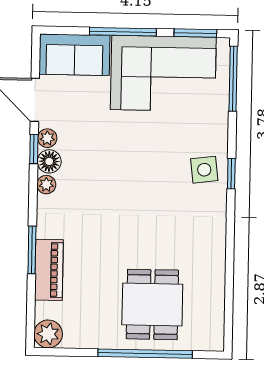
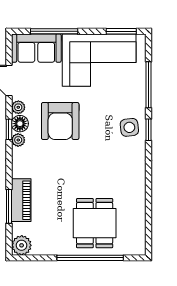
window: (123, 32) -> (54, 31), moved
window: (233, 79) -> (149, 85), moved
window: (34, 149) -> (9, 129), moved
armchair: (106, 159) -> (60, 121), added
window: (32, 250) -> (9, 206), moved

